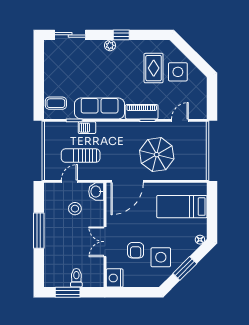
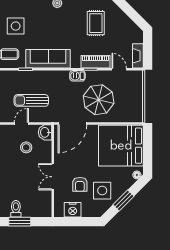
side table: (178, 72) -> (16, 26), moved
fireplace: (201, 105) -> (138, 56), added
piano: (142, 112) -> (96, 62), moved
door: (180, 120) -> (119, 69), hinge flipped
barbecue: (87, 128) -> (77, 76), moved
bed: (182, 207) -> (121, 146), width x2.04
toilet: (76, 278) -> (16, 209), moved
nightstand: (115, 278) -> (73, 210), moved, turned -90

